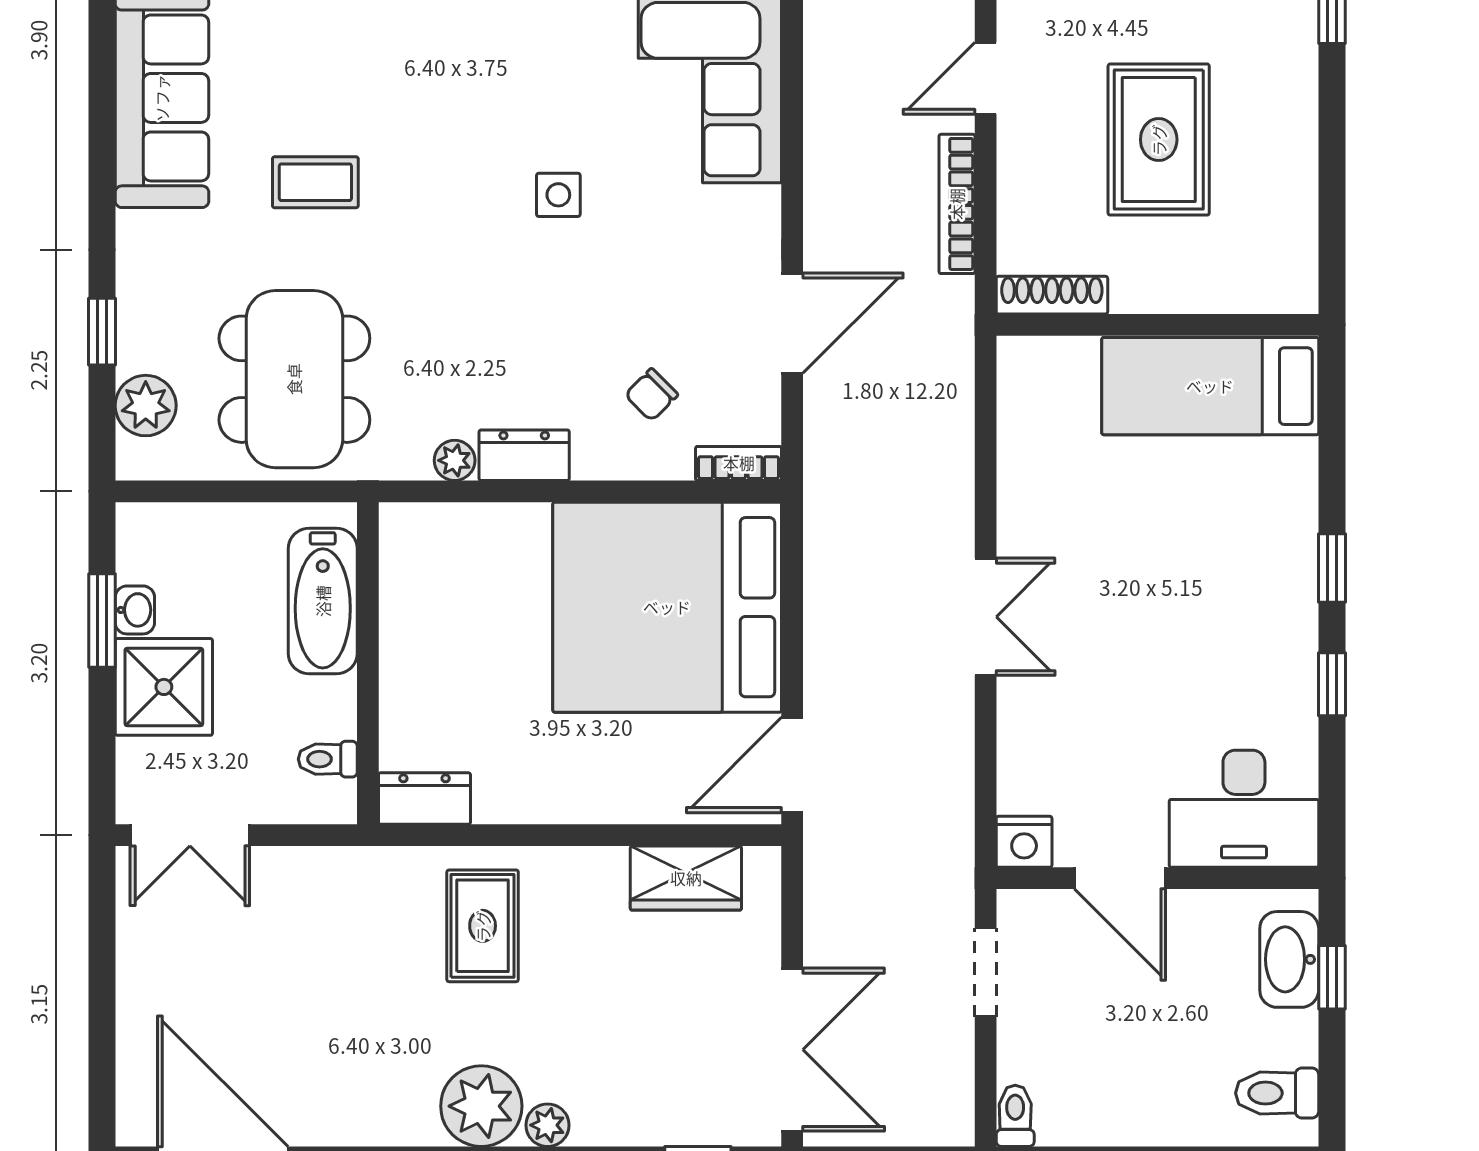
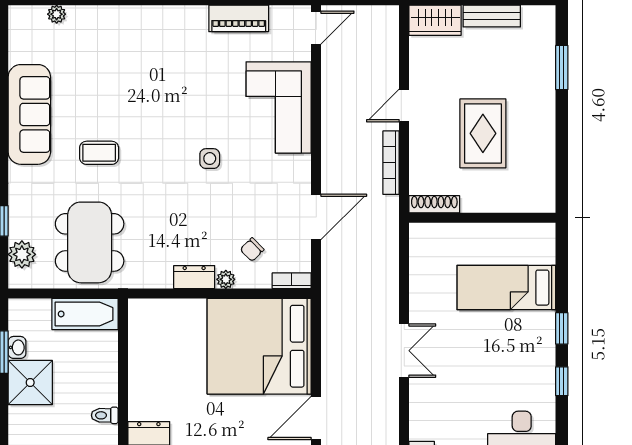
bed: (1210, 386) -> (506, 288), moved
plant: (455, 460) -> (226, 279), moved
bathtub: (323, 601) -> (85, 314), moved, turned -90

